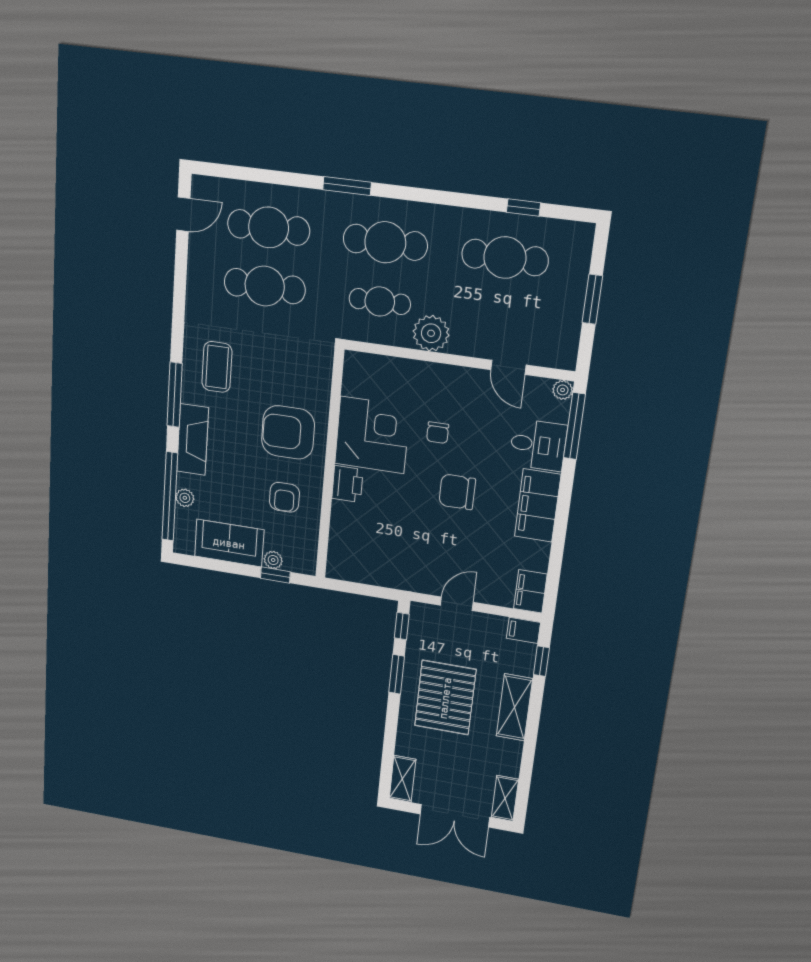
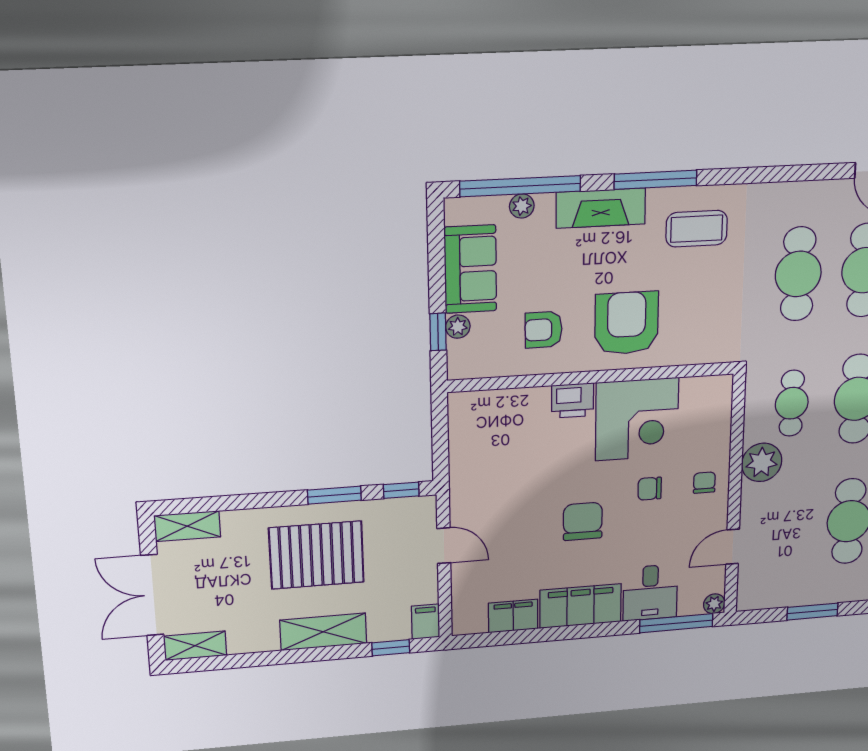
chair: (441, 385) -> (704, 483), added
filing cabinet: (530, 591) -> (513, 616), moved

